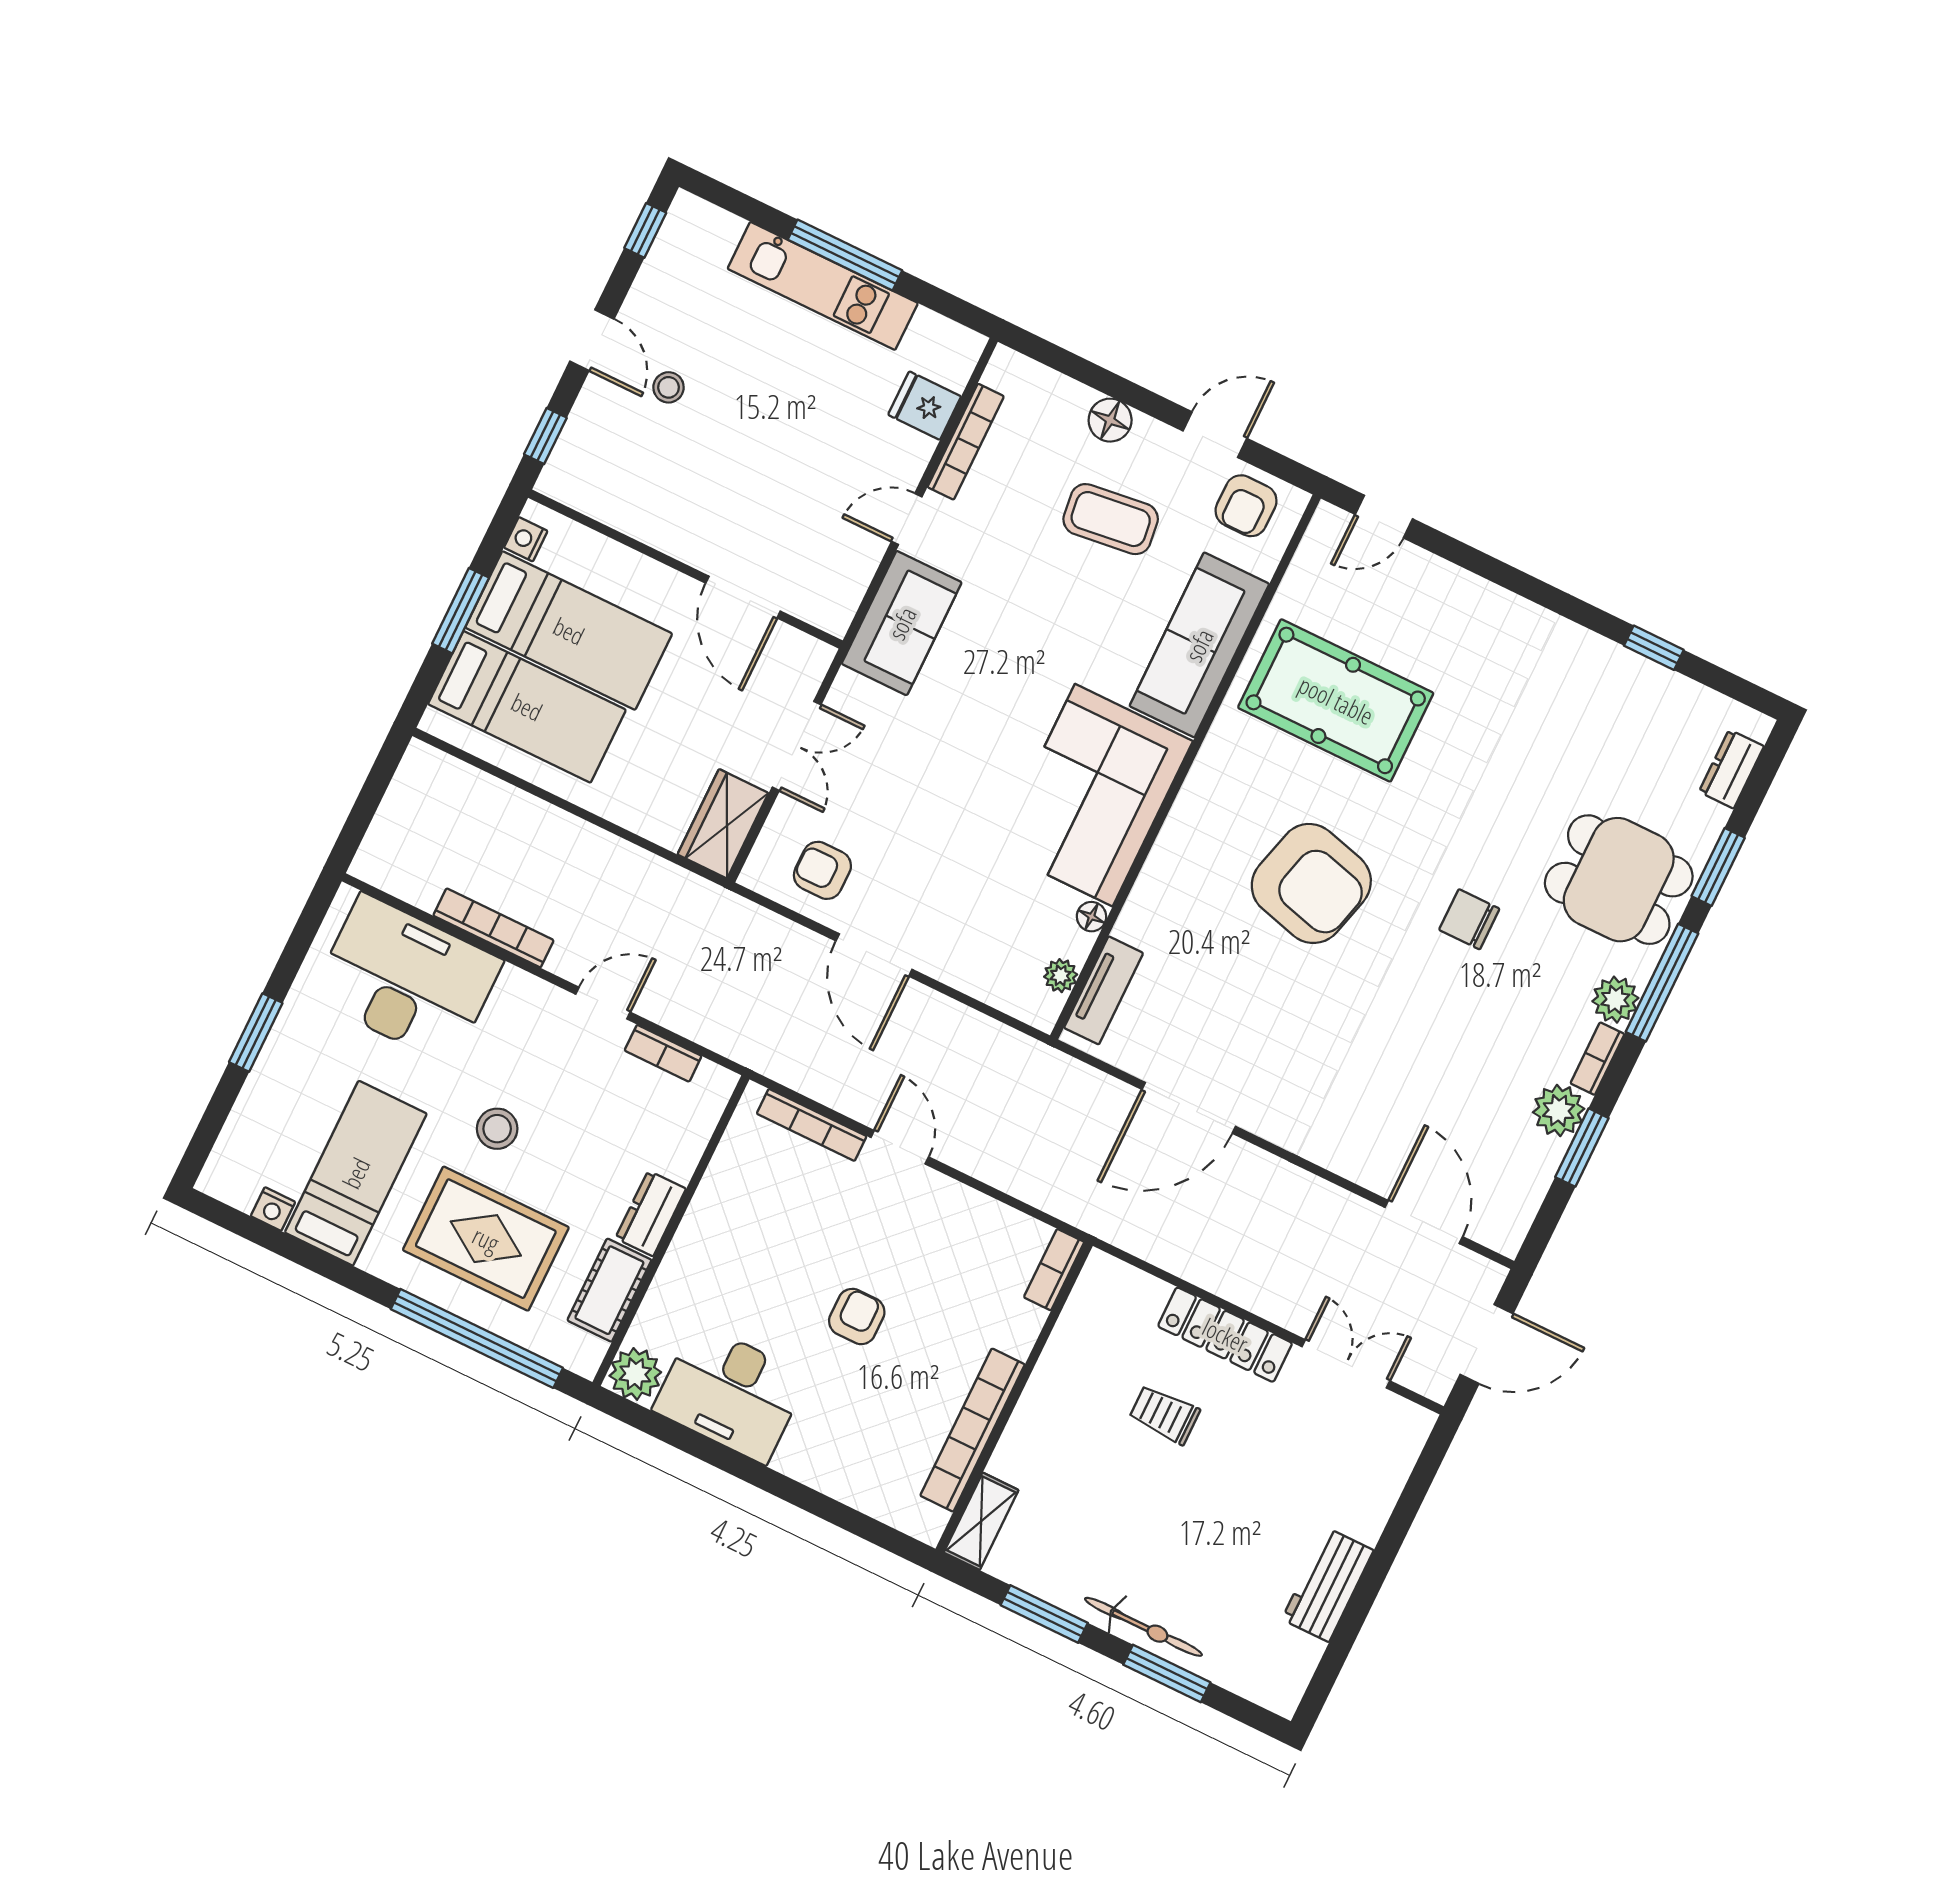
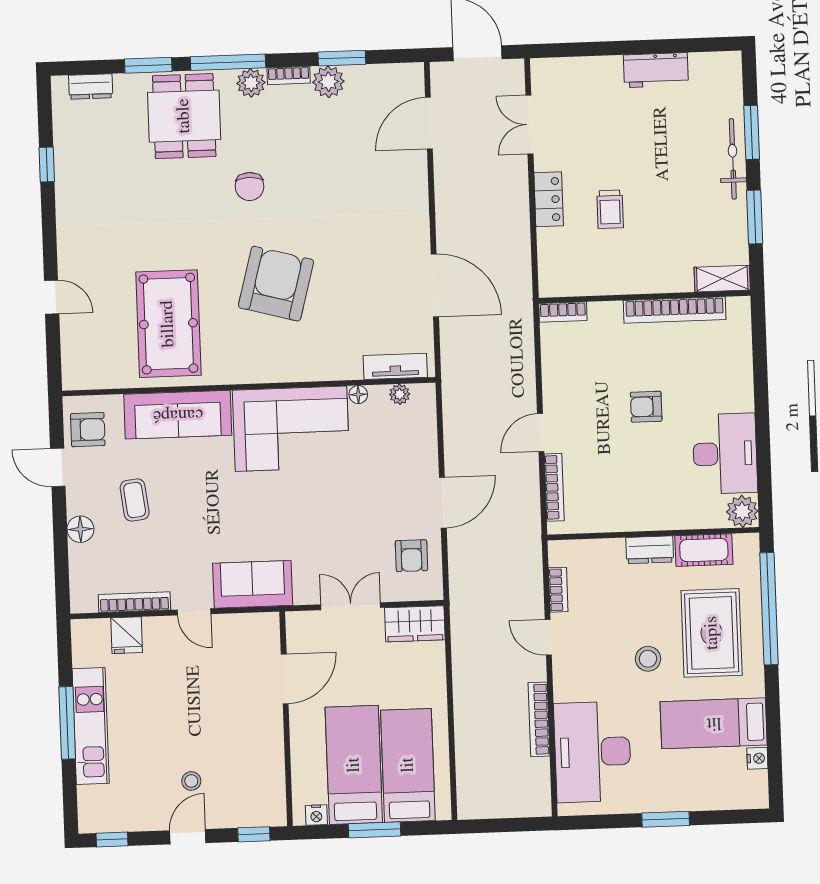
door: (1384, 517) -> (52, 297), moved
coffee table: (1111, 519) -> (135, 500), width x0.73, depth x0.77
locker: (1225, 1335) -> (549, 199), width x0.66

